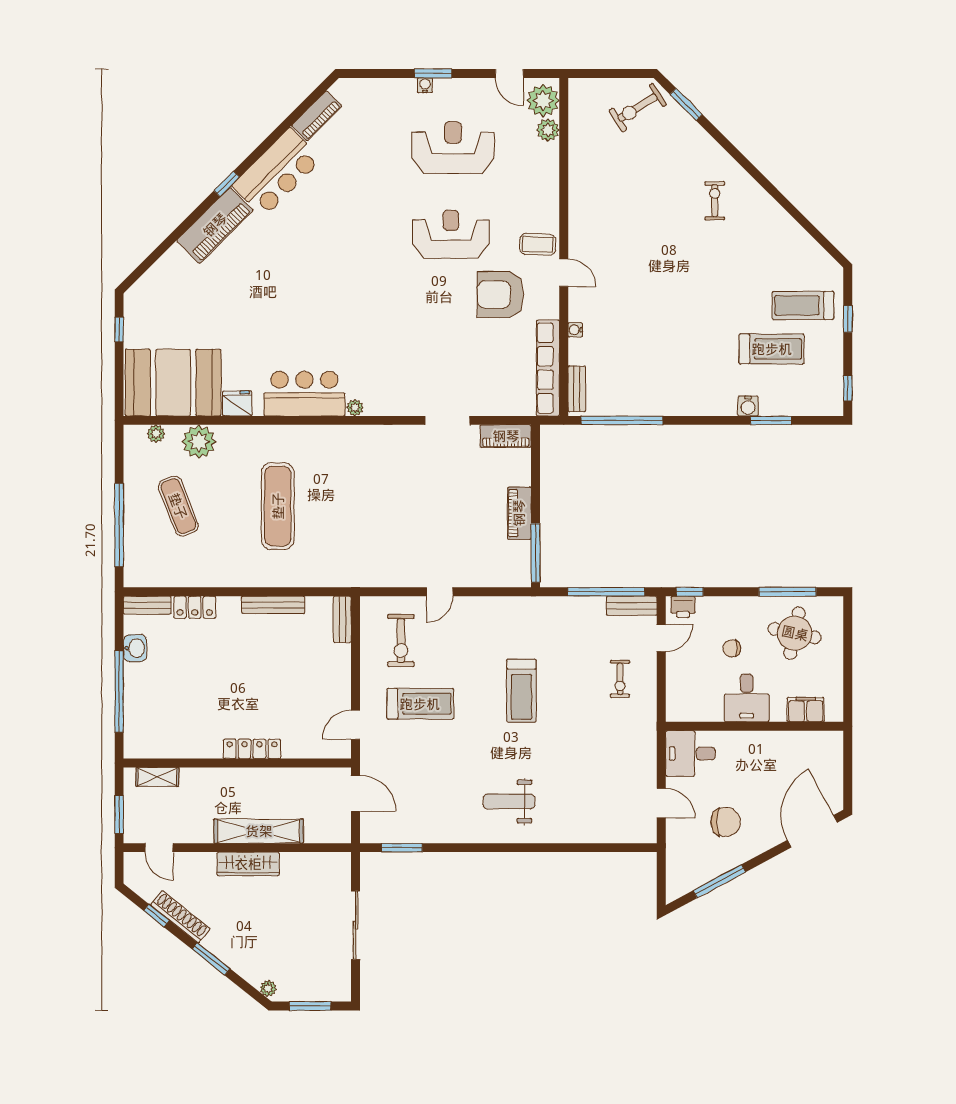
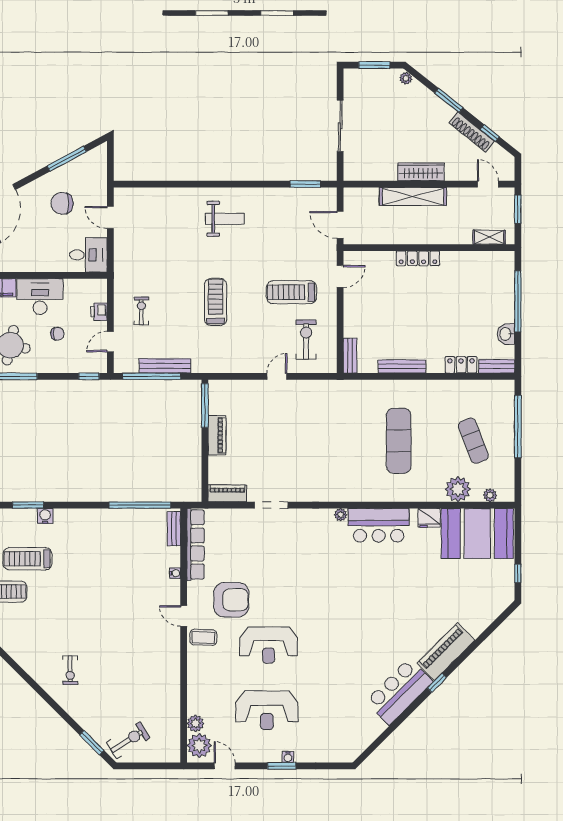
piano: (317, 116) -> (369, 734), removed
bench: (632, 606) -> (165, 366), moved, width x1.36
printer: (683, 607) -> (99, 312), moved, turned -90
desk: (747, 698) -> (40, 297), width x1.37

